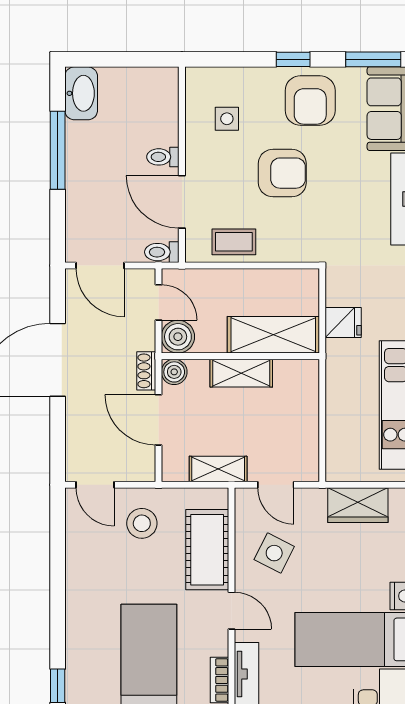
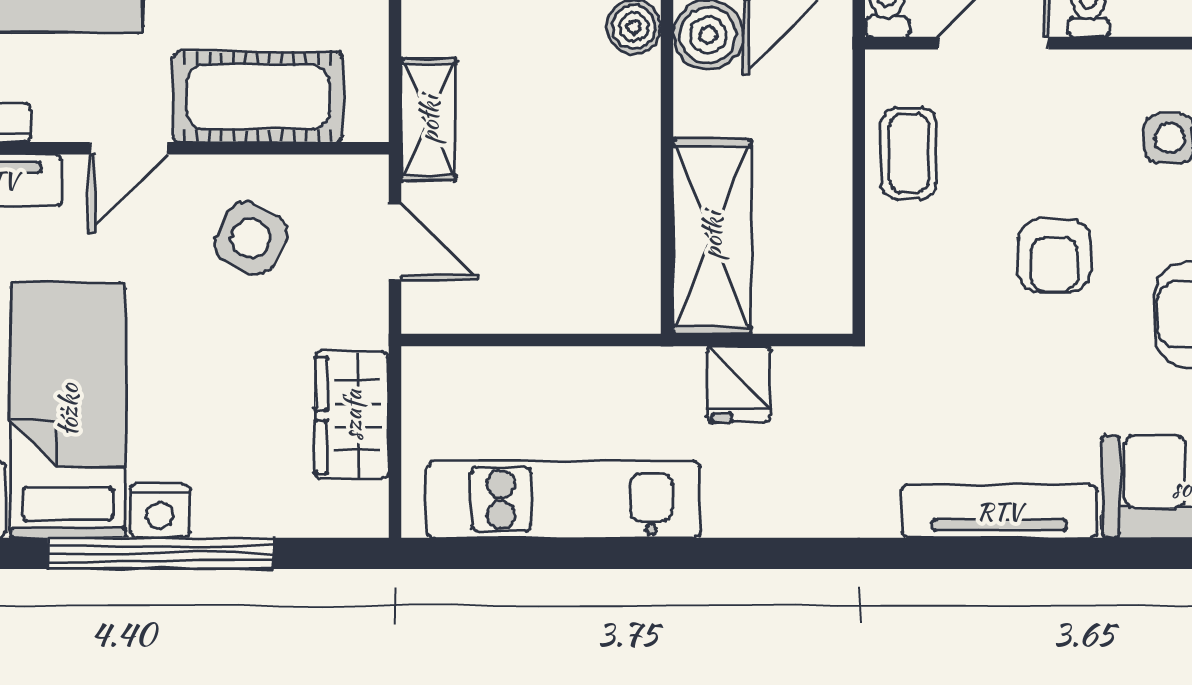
armchair: (282, 173) -> (1054, 256), width x0.72, depth x0.72
shelving: (241, 373) -> (631, 169), removed
door: (276, 485) -> (395, 242), swing flipped

